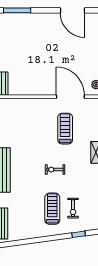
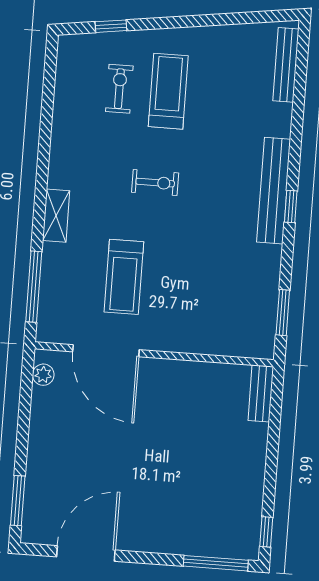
door: (72, 10) -> (86, 553), hinge flipped
treadmill: (52, 209) -> (168, 91), turned 180

